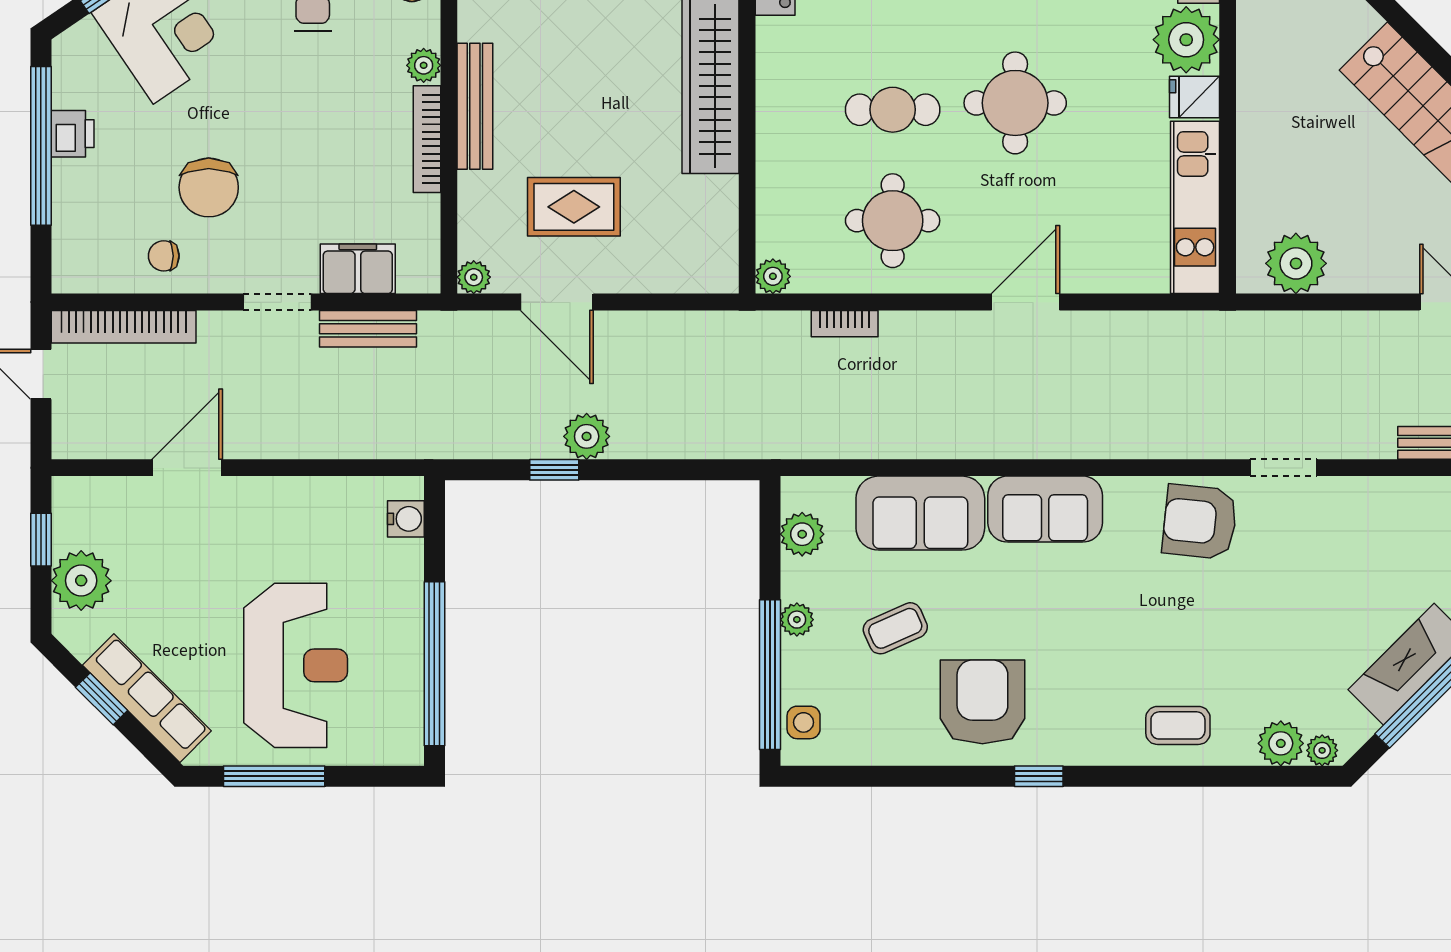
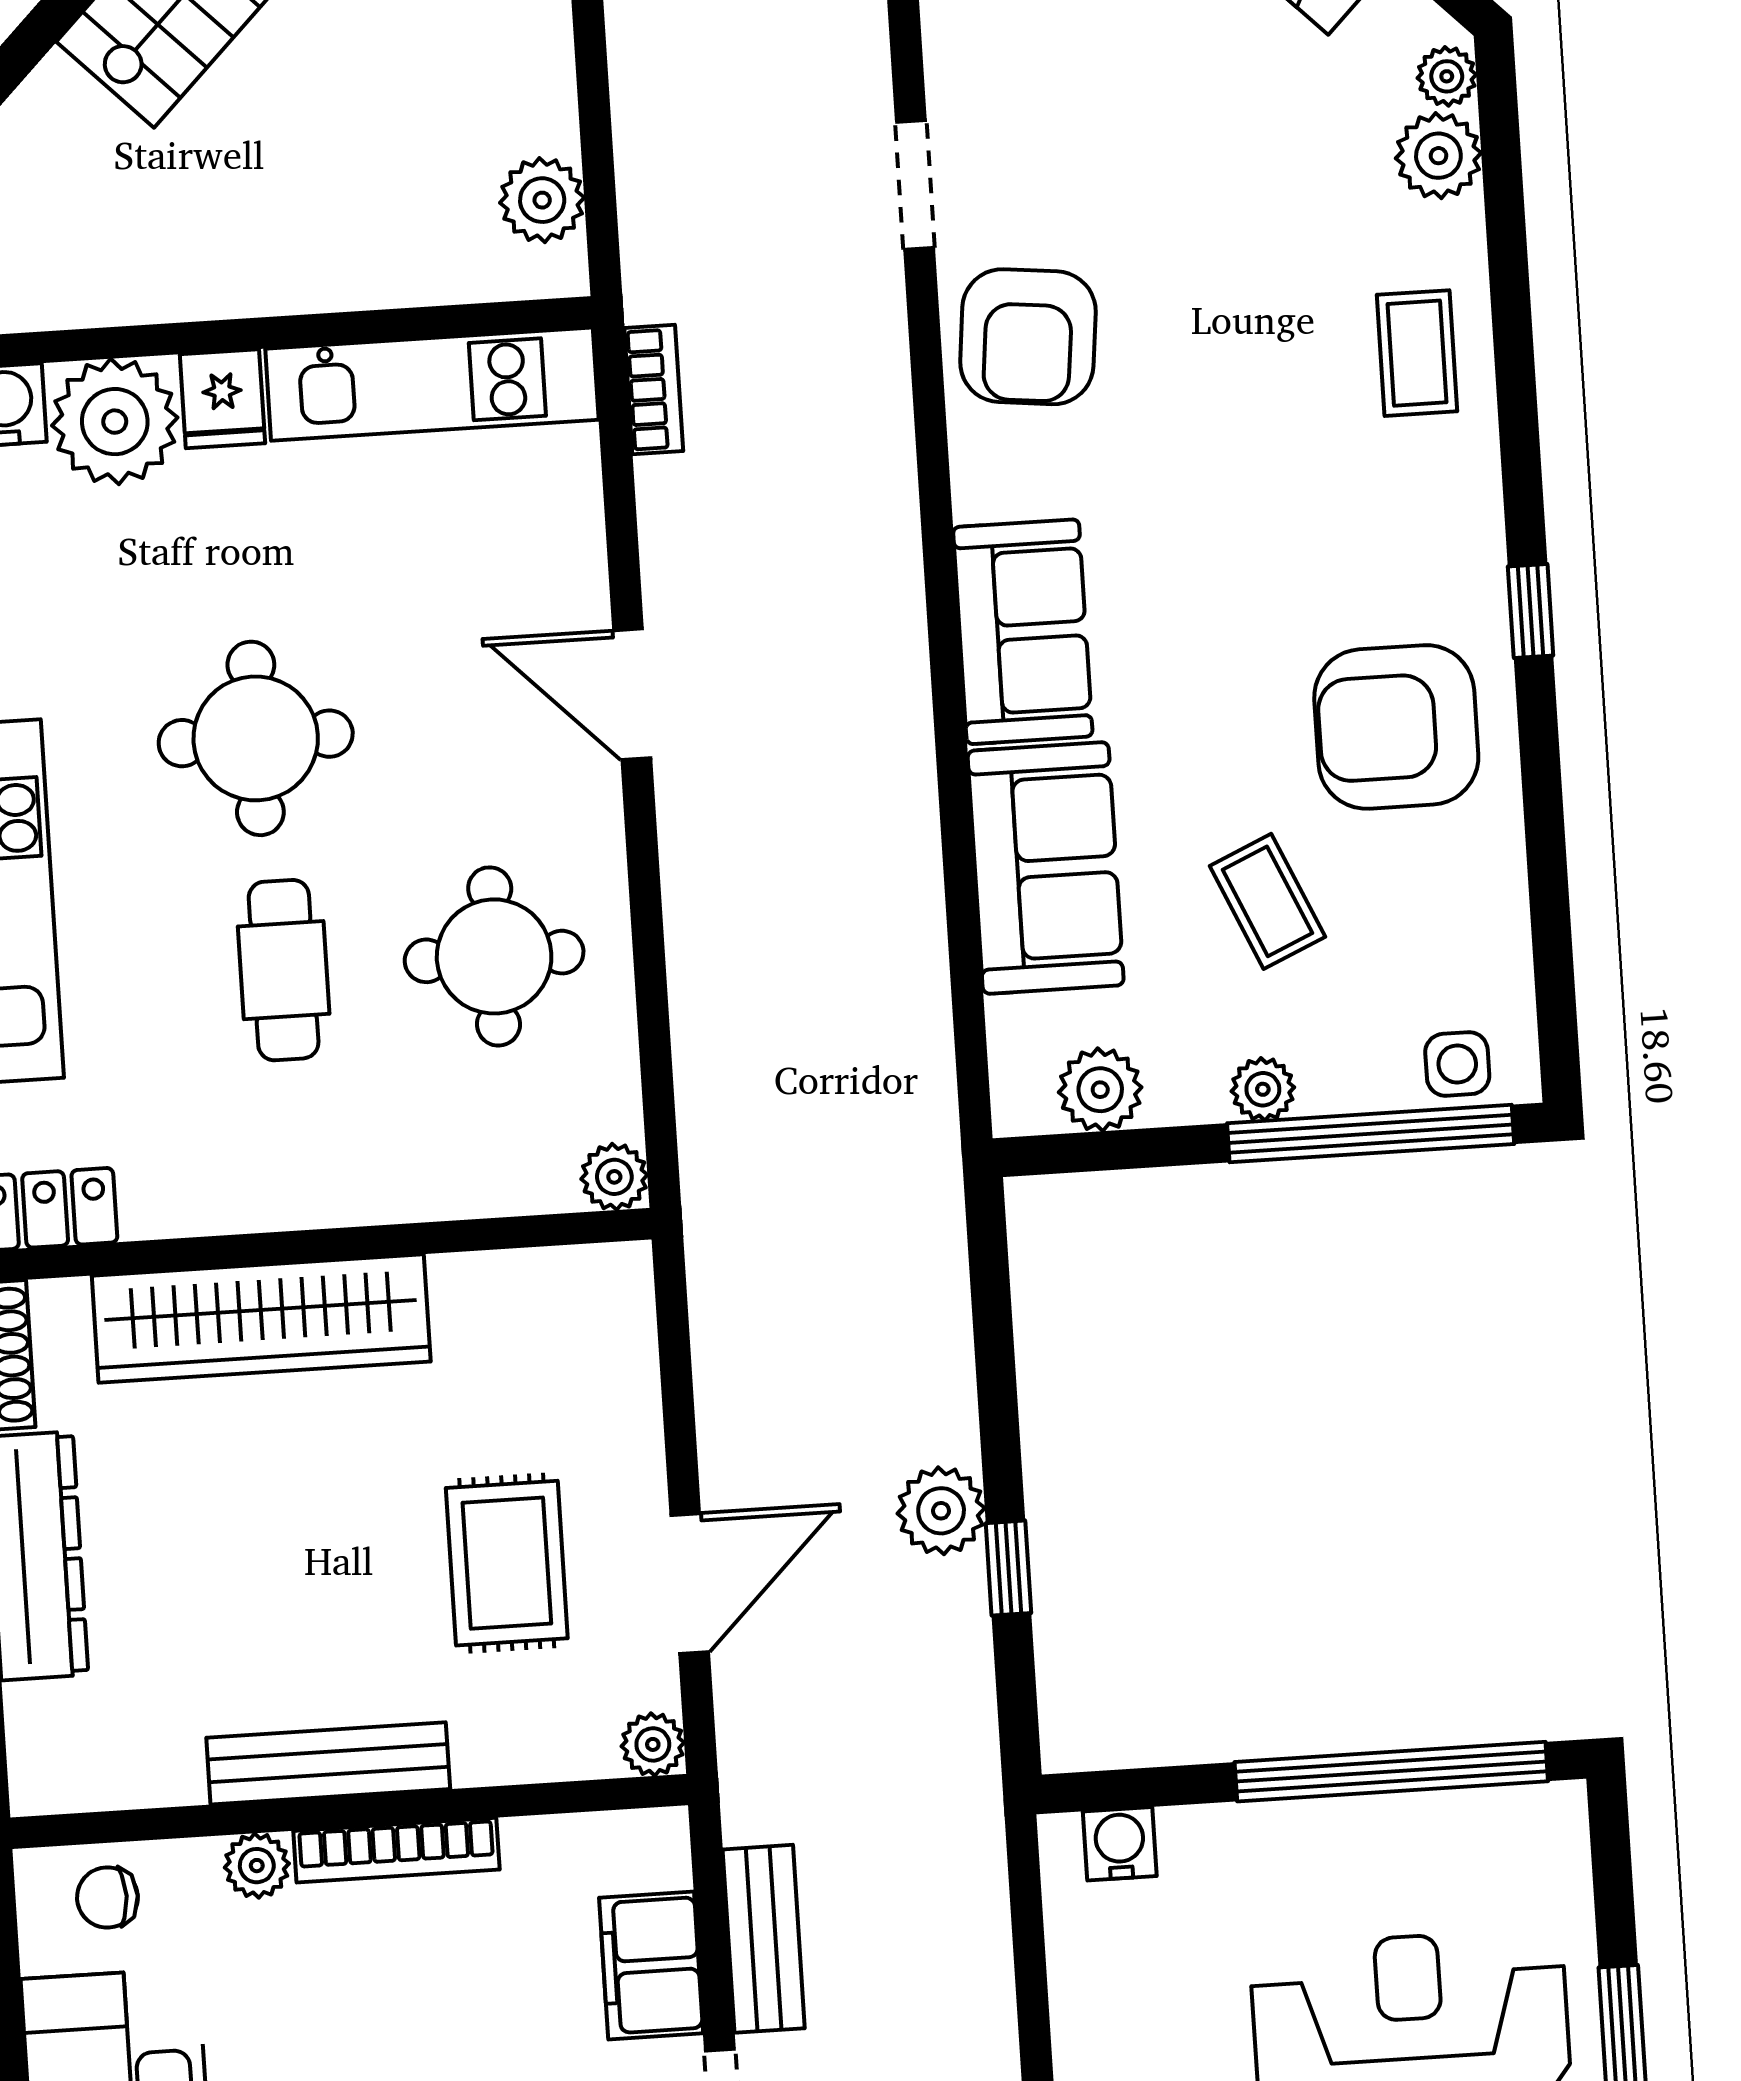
plant: (1296, 263) -> (542, 200), width x0.73, depth x0.73
bookcase: (845, 324) -> (654, 389), moved

